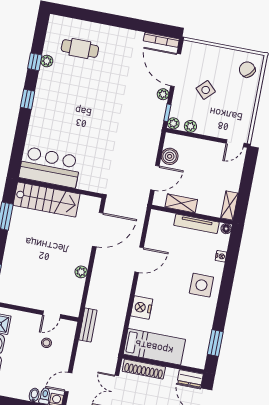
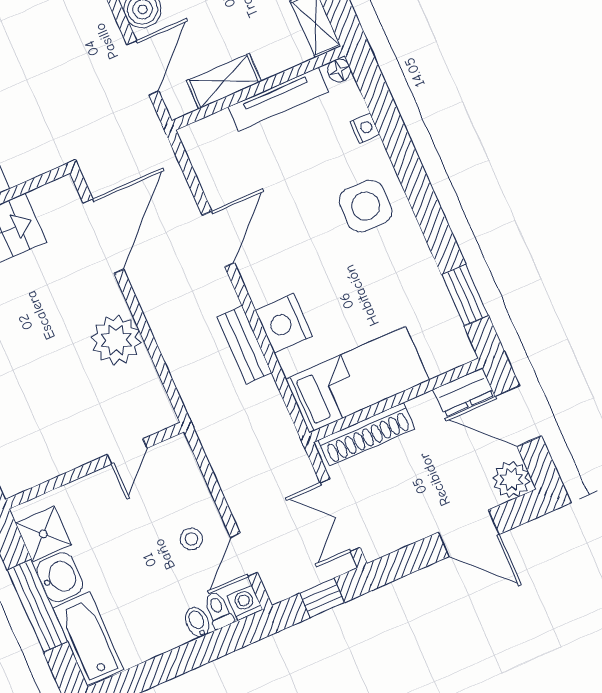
plant: (81, 272) -> (116, 340), width x1.87, depth x1.87
bench: (88, 325) -> (244, 345), moved
stool: (46, 343) -> (191, 539), moved

